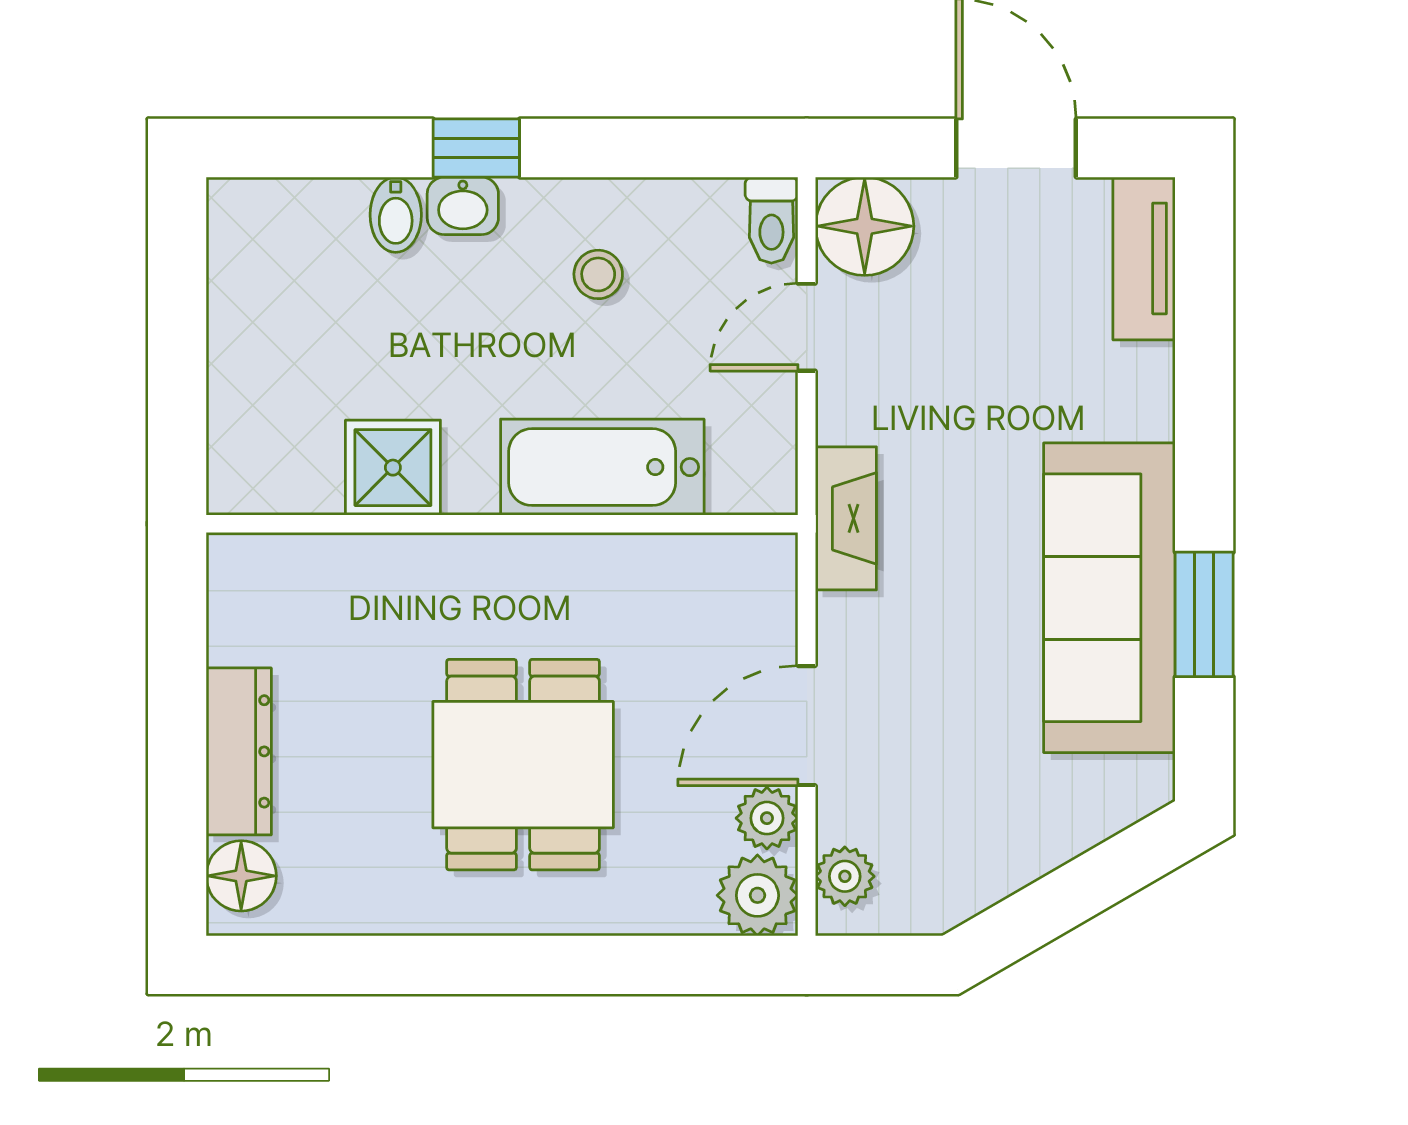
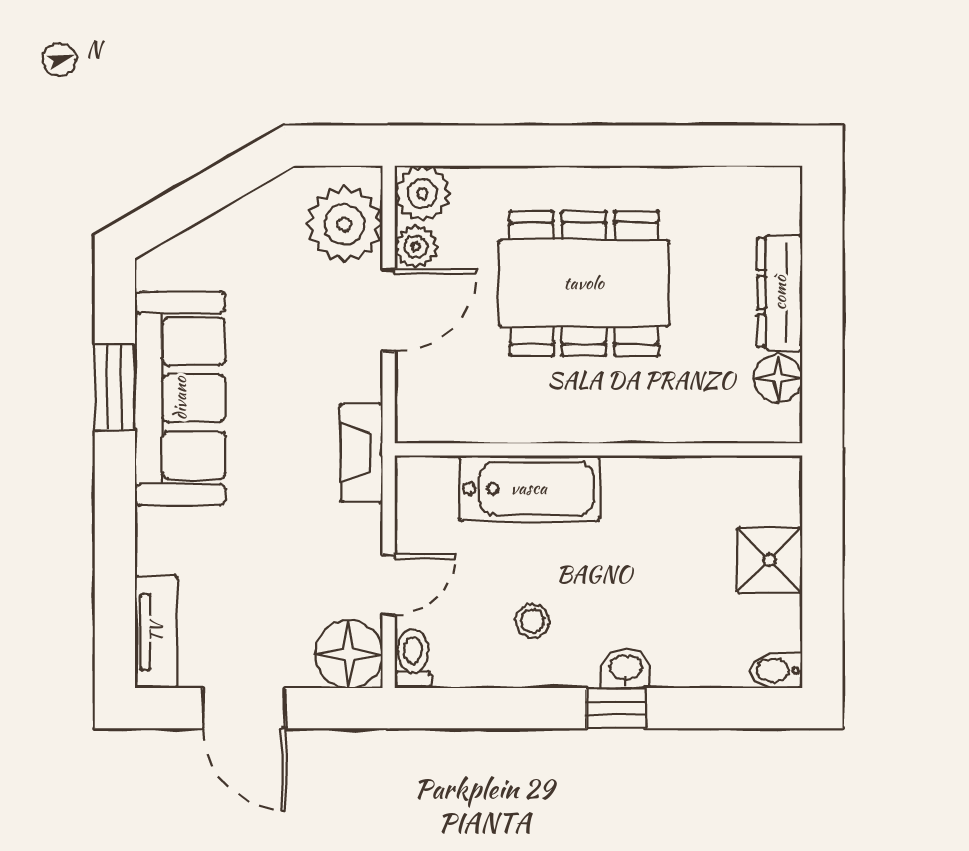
bidet: (396, 215) -> (776, 671), moved, turned -90
shower: (393, 468) -> (770, 560), moved
dining table: (523, 765) -> (584, 283), width x1.38
floor lamp: (241, 876) -> (778, 378), moved
plant: (845, 876) -> (345, 224), width x1.88, depth x1.88

